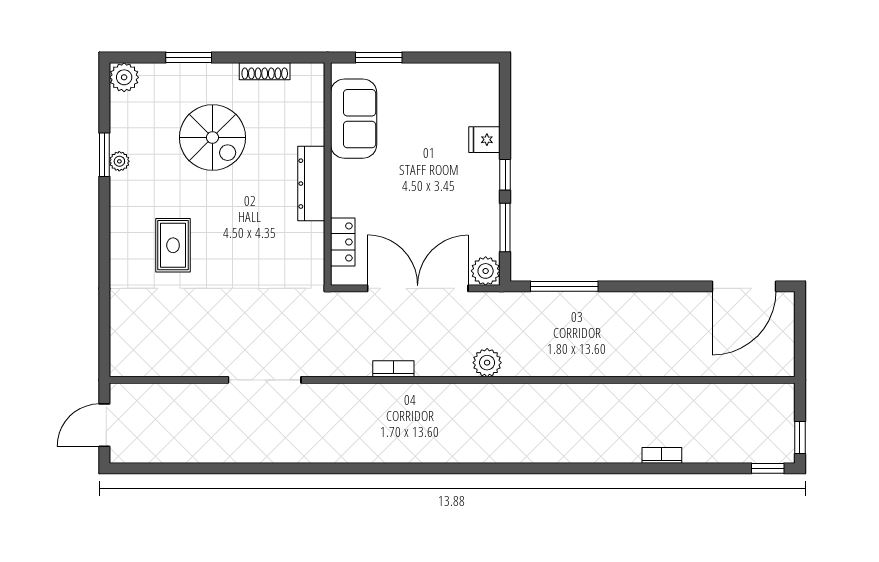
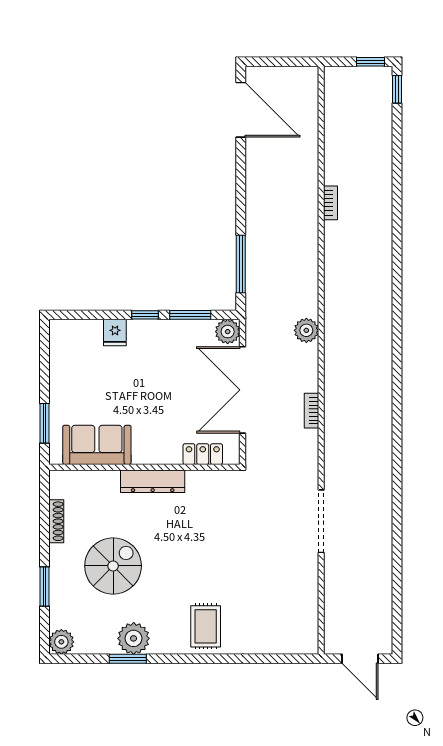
plant: (119, 161) -> (134, 638), width x1.88, depth x1.88
rug: (173, 245) -> (206, 626), moved, turned 90
bookcase: (662, 455) -> (331, 203), moved, turned 180

